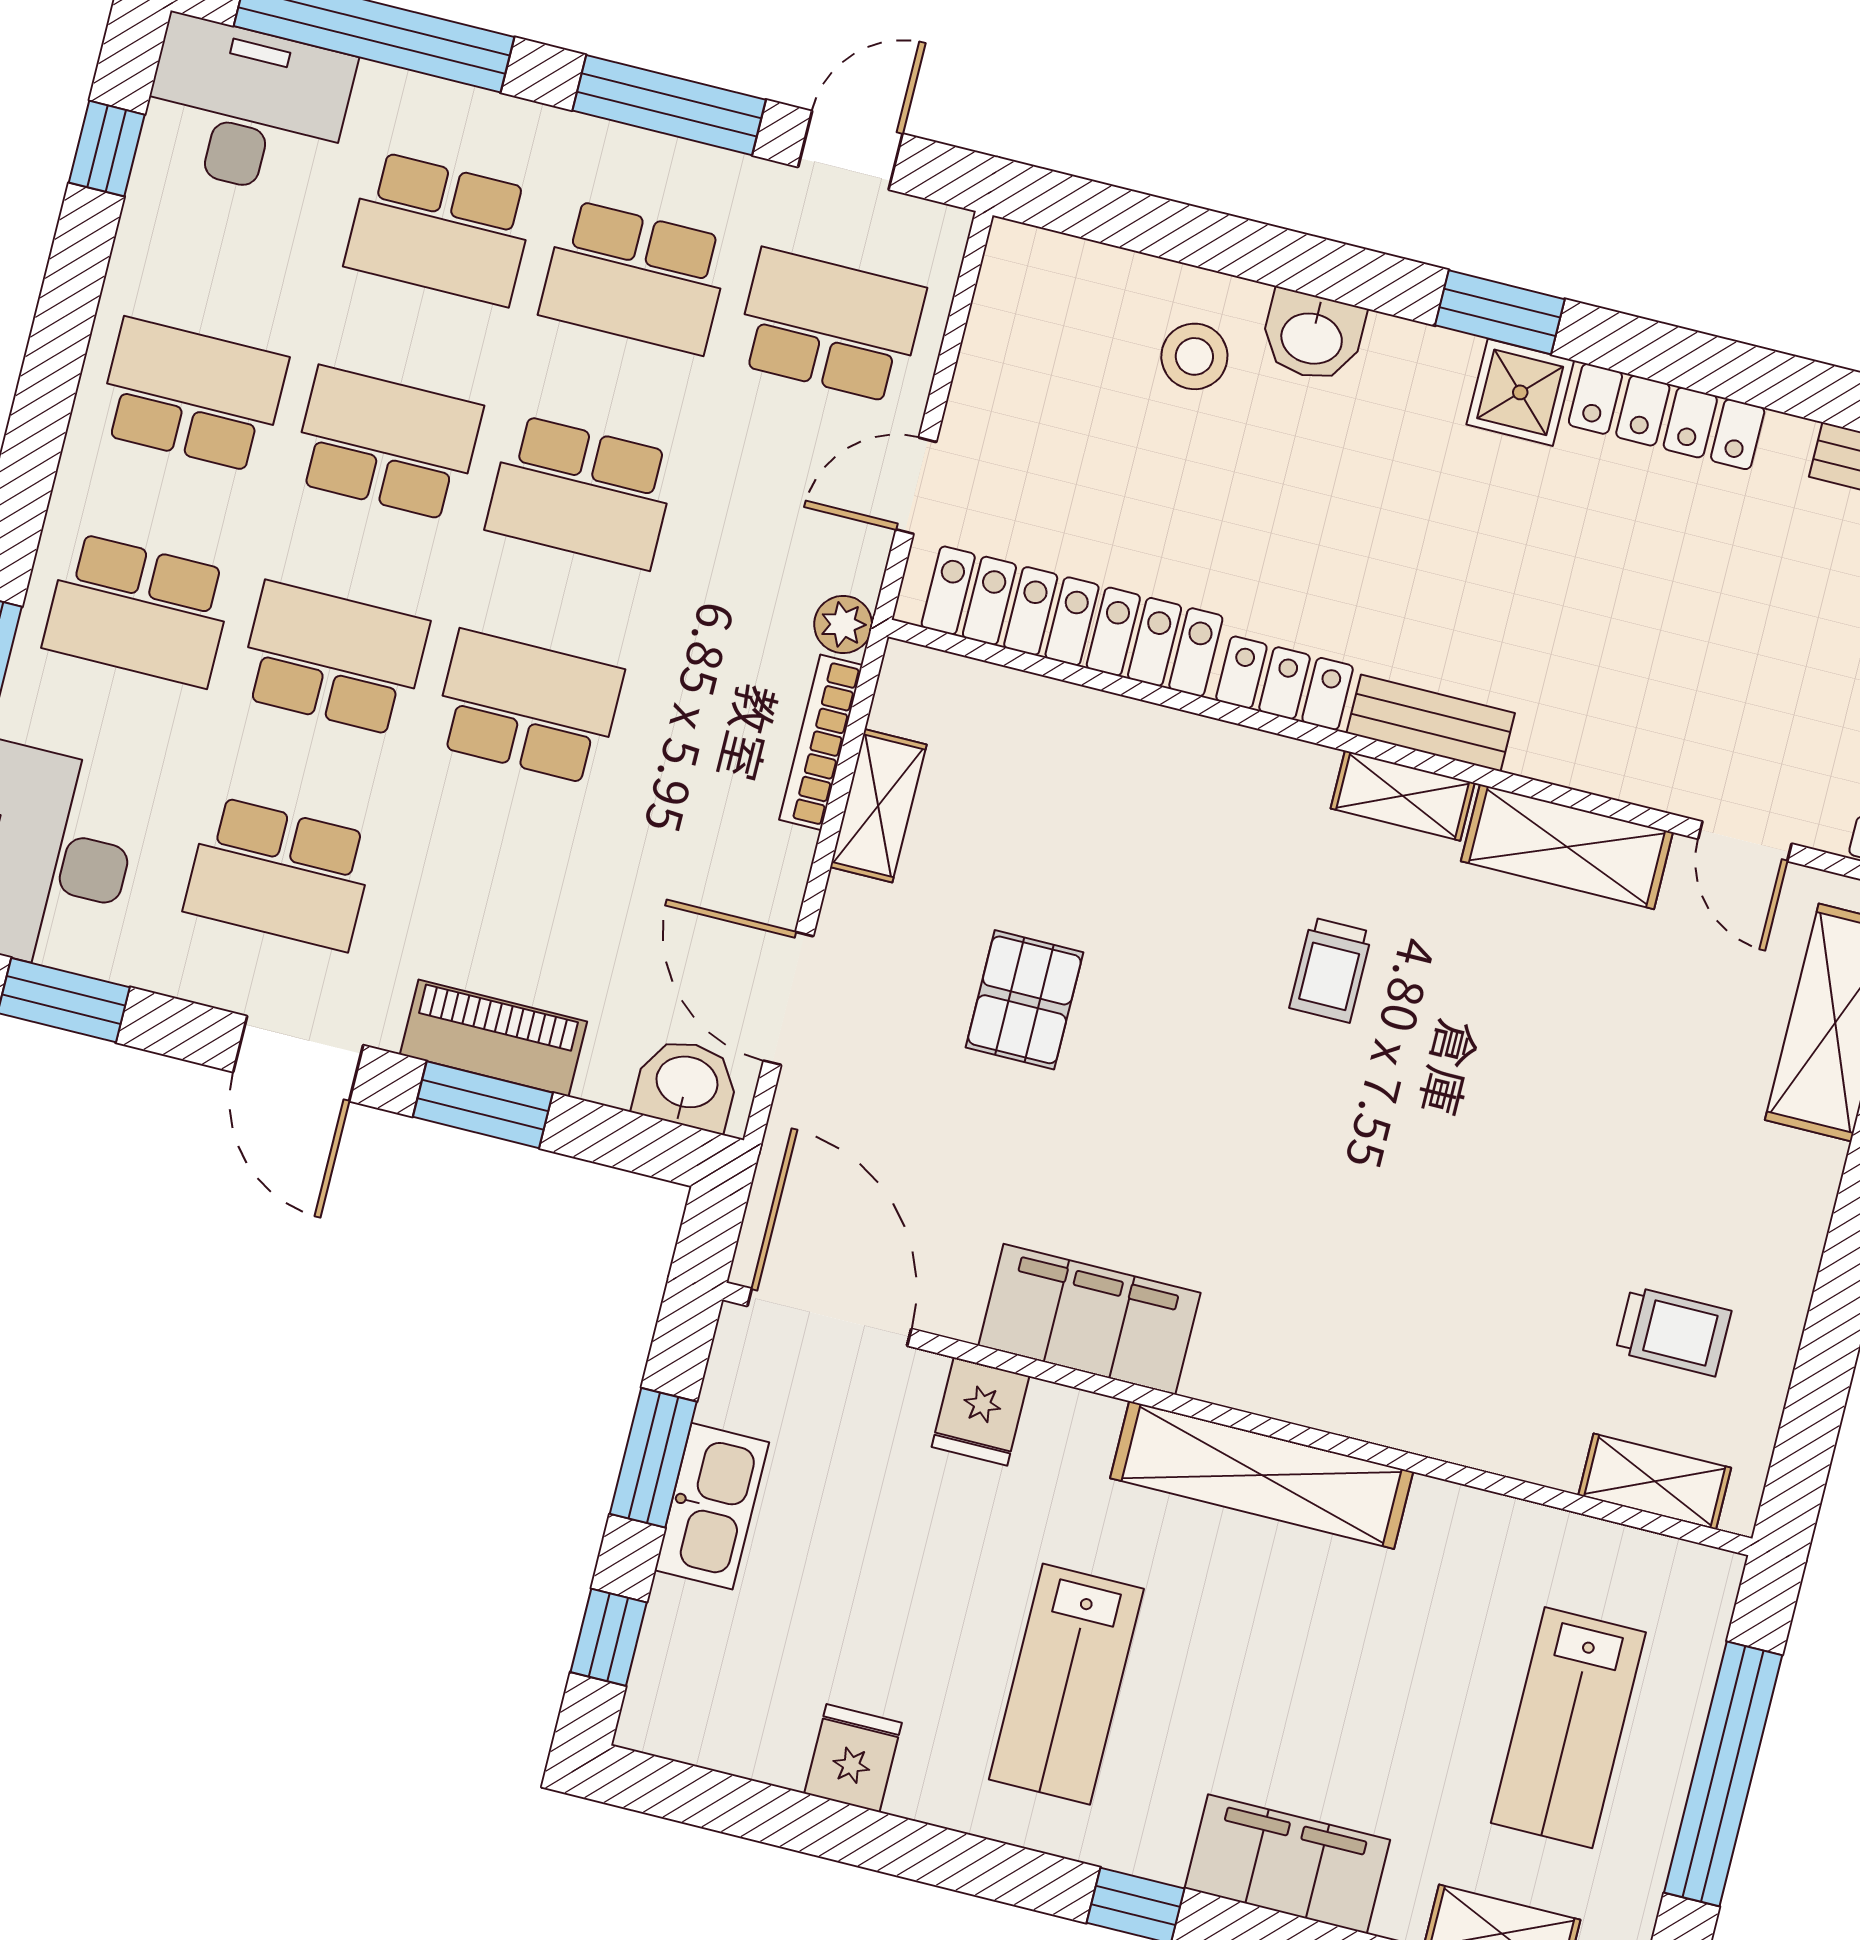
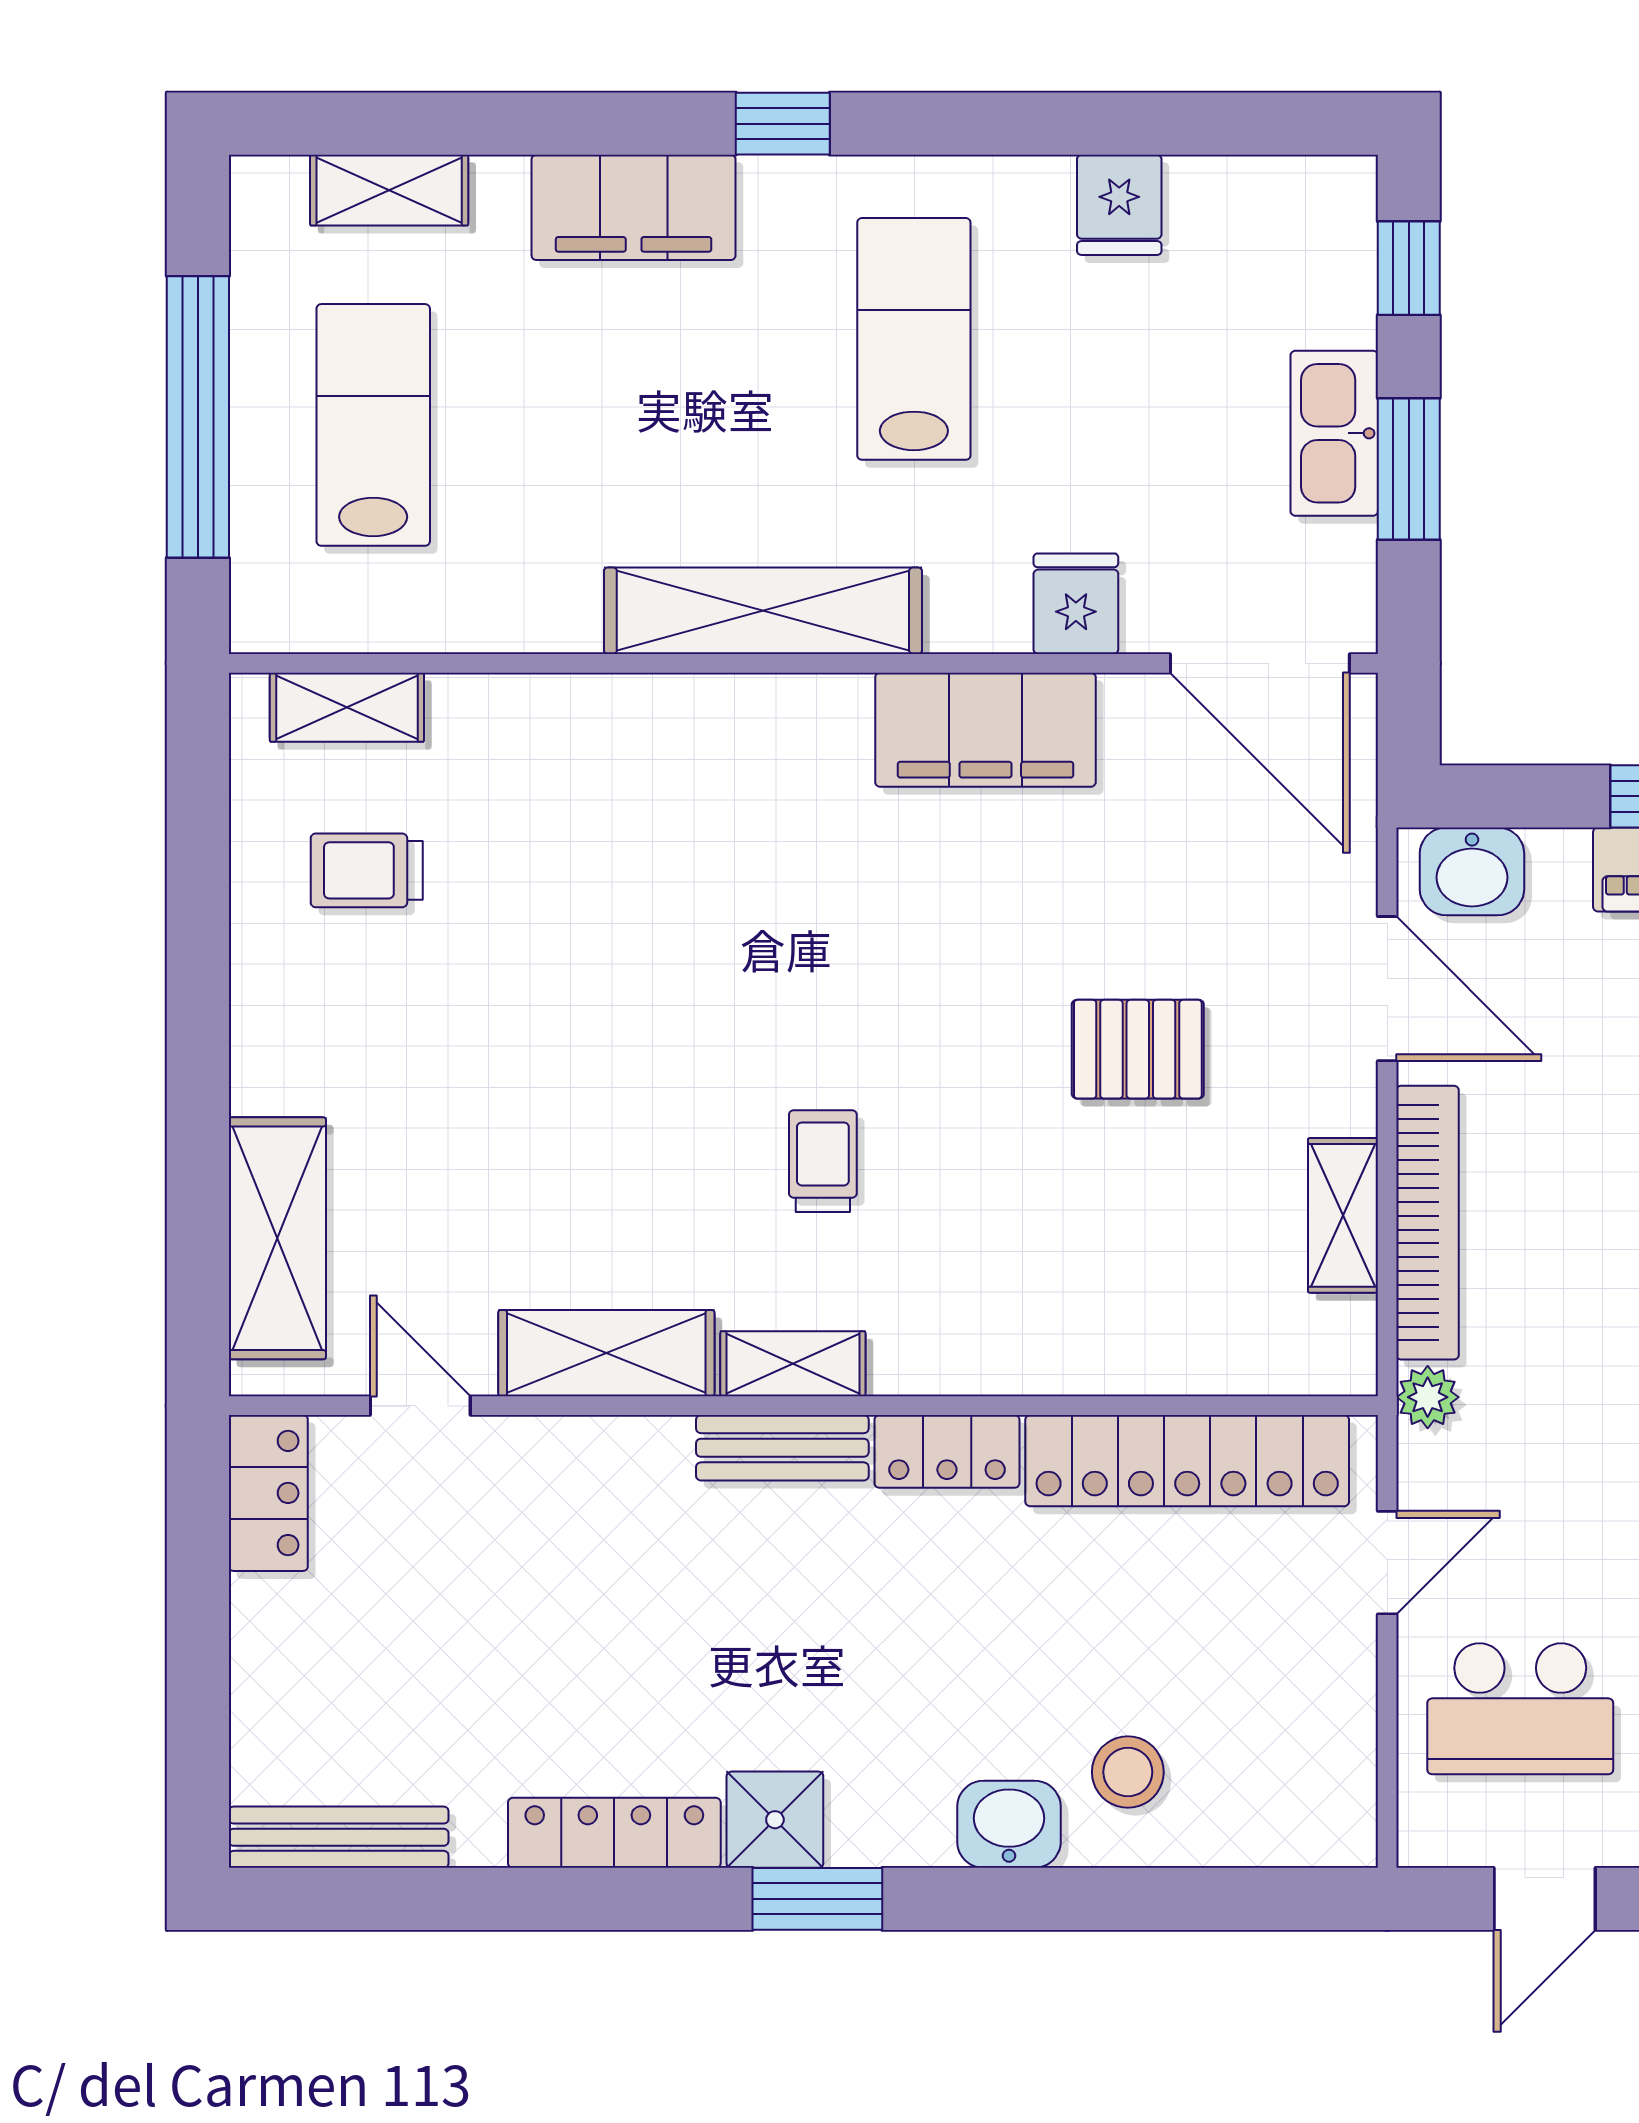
bookcase: (821, 742) -> (1427, 1223), width x1.48, depth x1.31
pallet: (1024, 1000) -> (1138, 1049), turned 90

